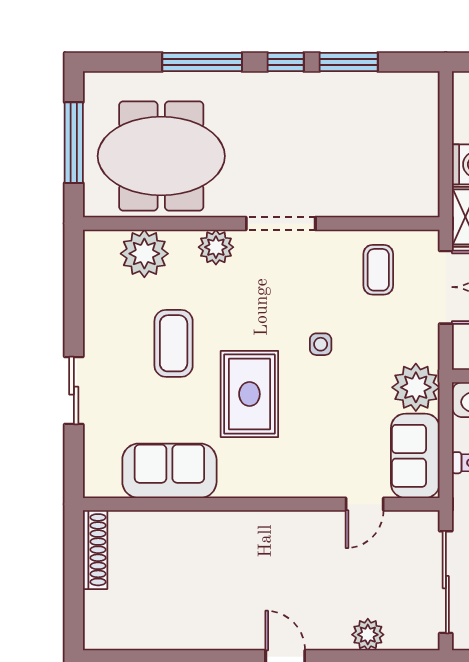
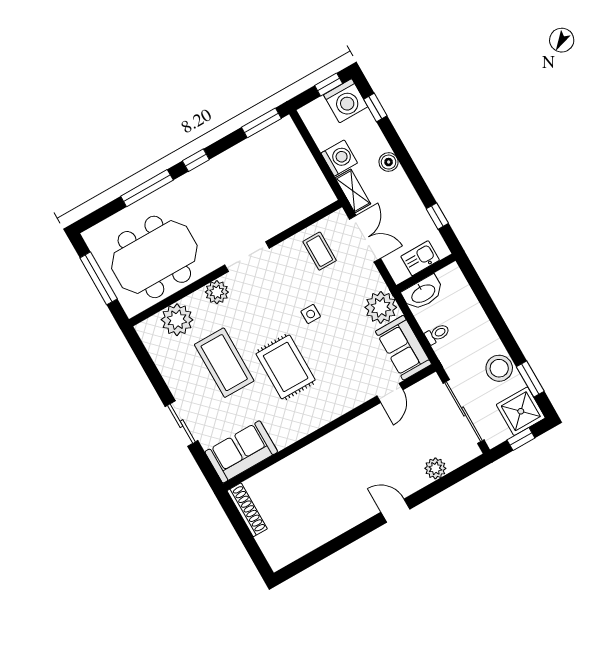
window: (349, 62) -> (261, 123), moved
coffee table: (174, 343) -> (224, 363), width x1.36, depth x1.32
sofa: (169, 471) -> (241, 452), moved

